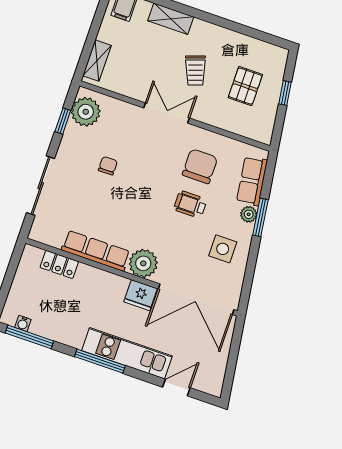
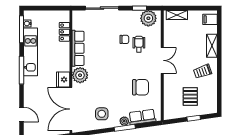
trolley: (195, 70) -> (203, 71), moved
pallet: (245, 86) -> (190, 96), turned 90
wheelchair: (190, 204) -> (139, 44), moved
kitchen unit: (127, 353) -> (30, 52), moved

